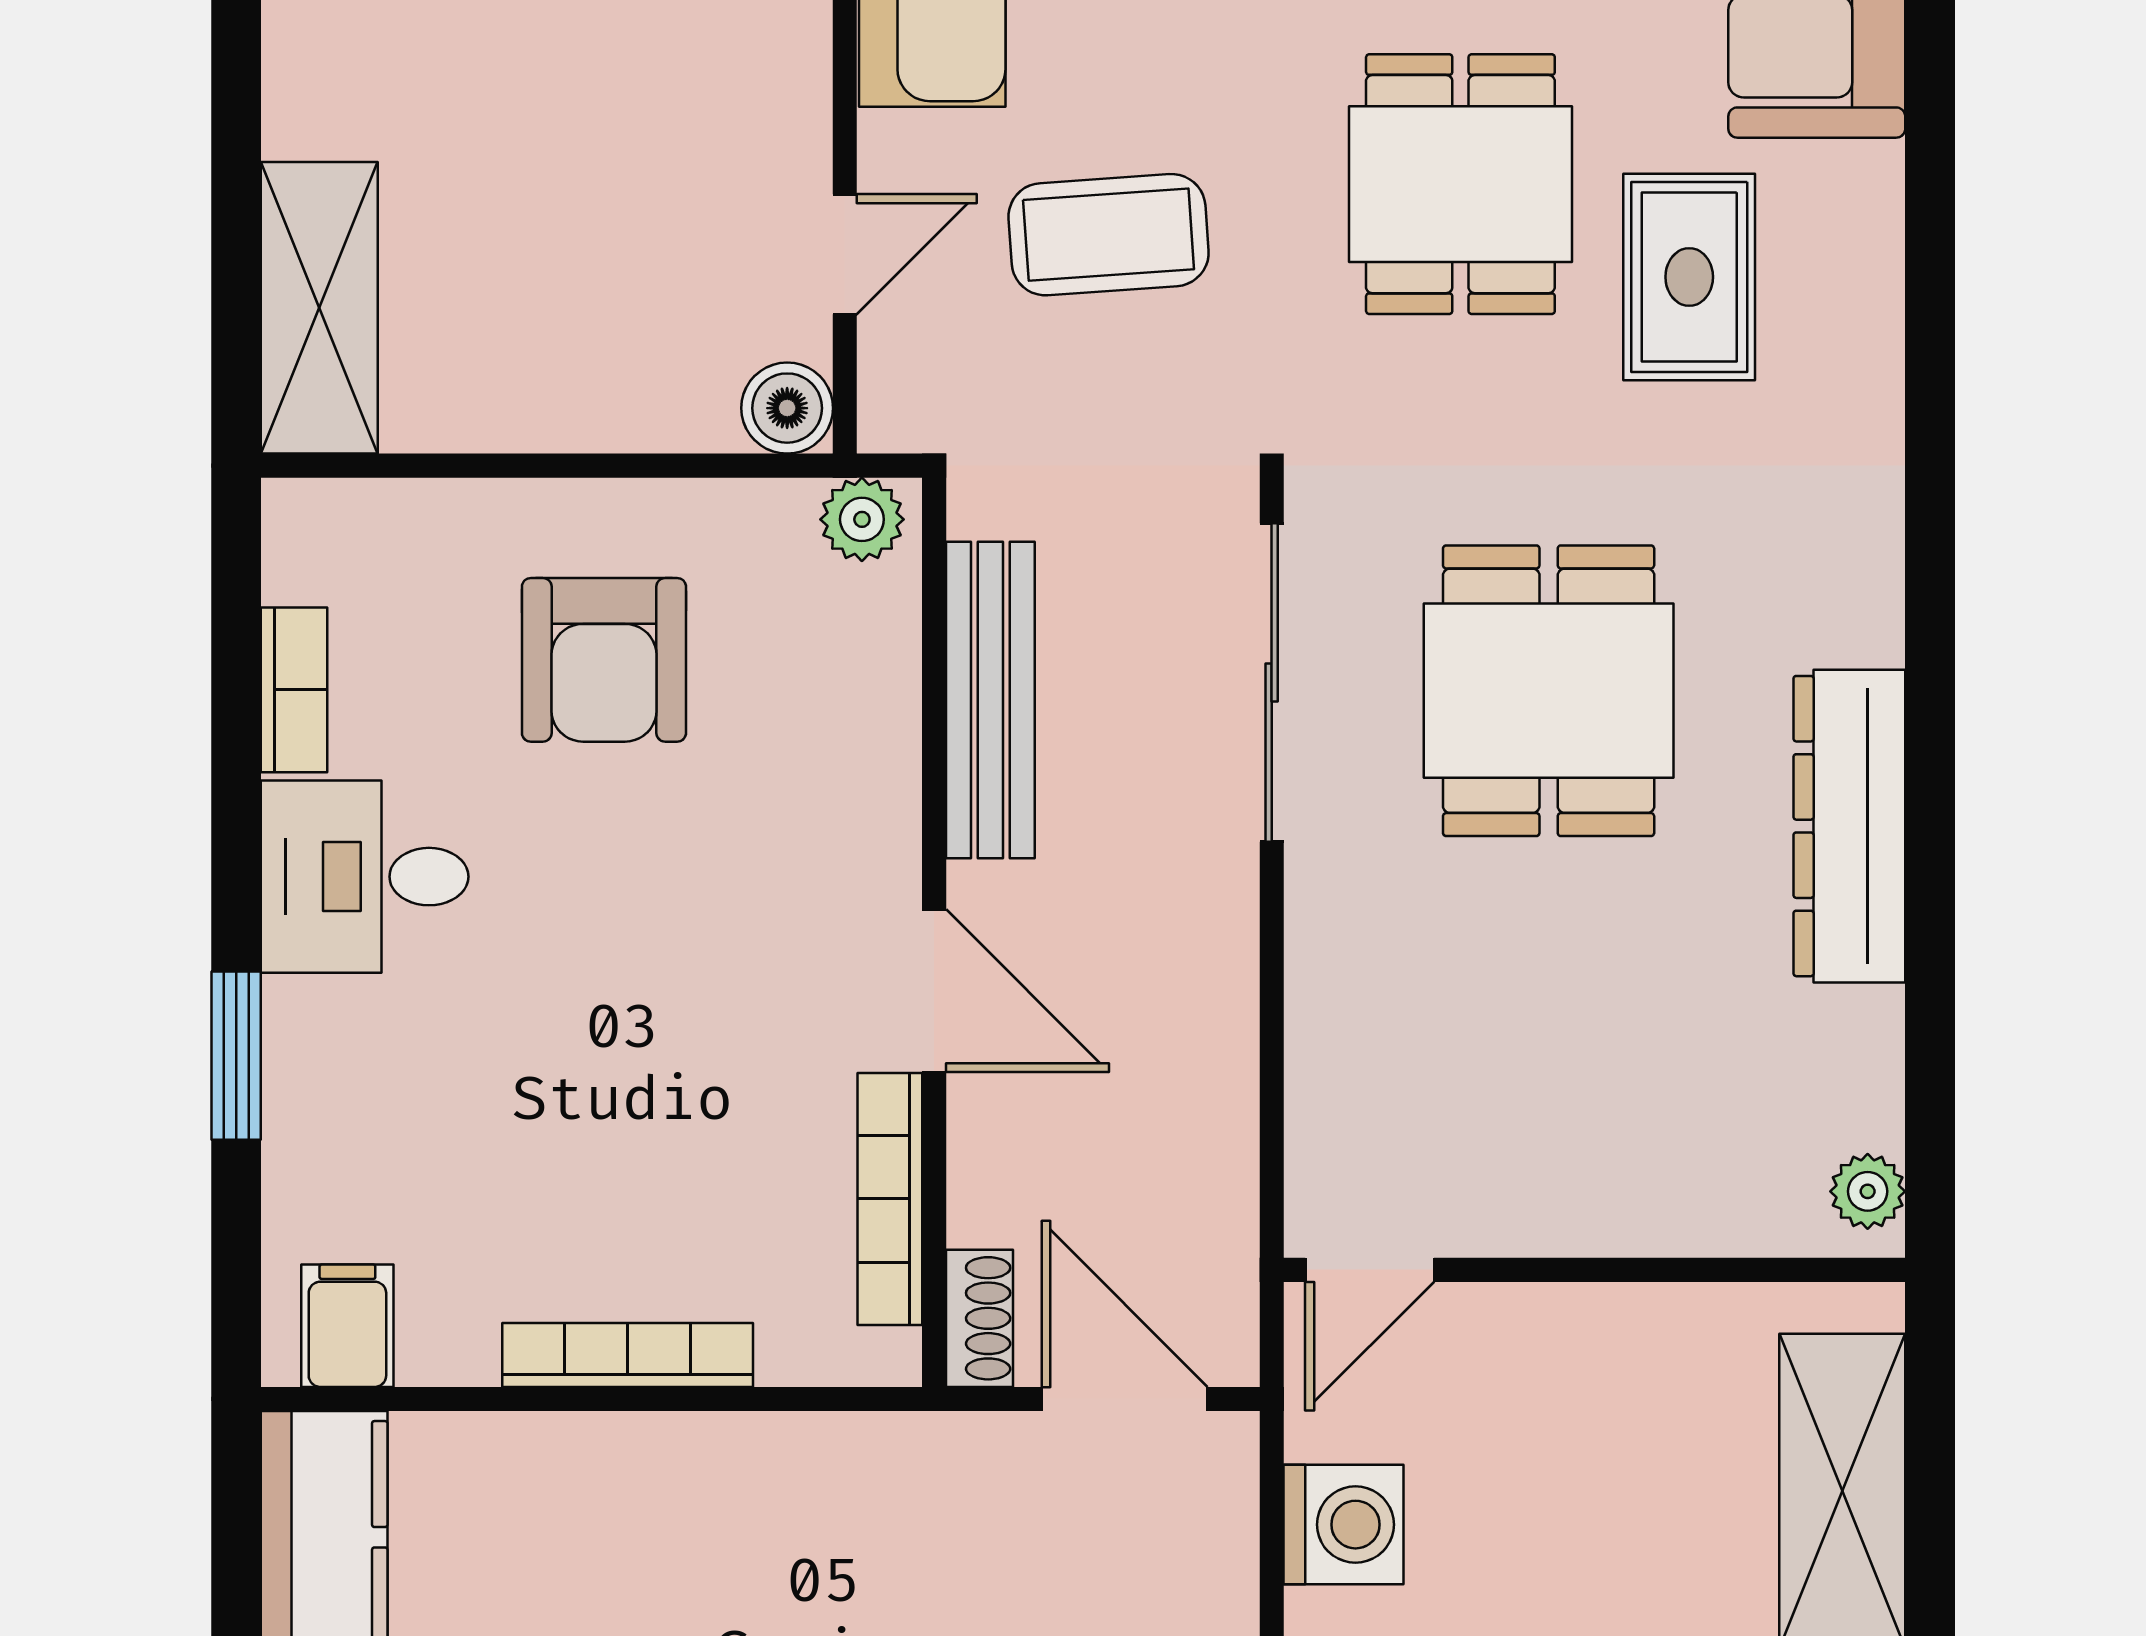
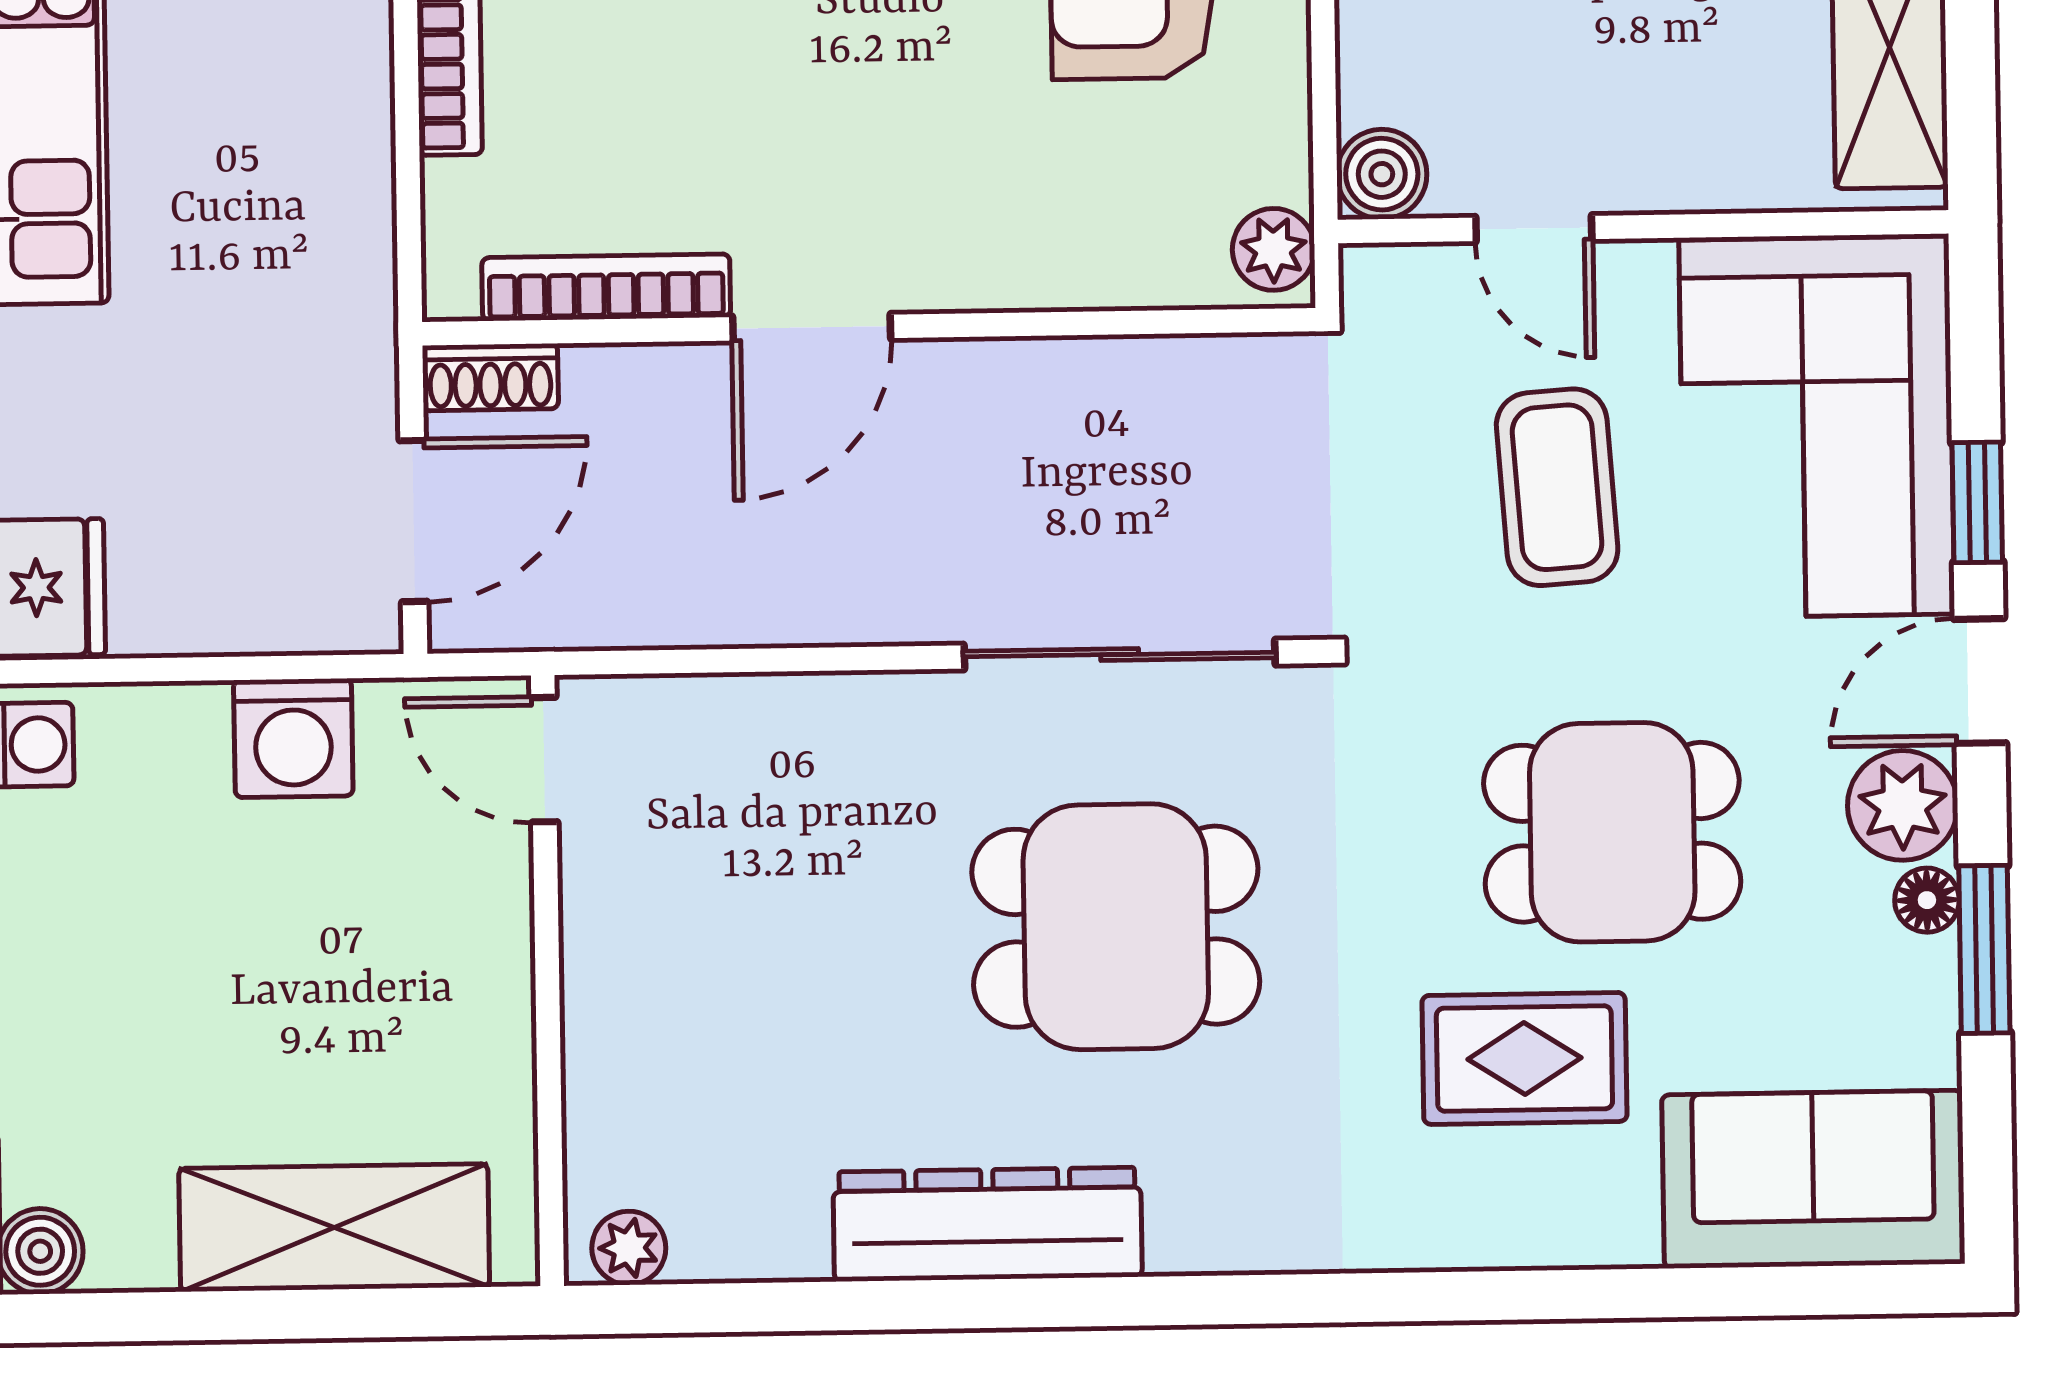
bench: (990, 700) -> (1098, 378), removed

